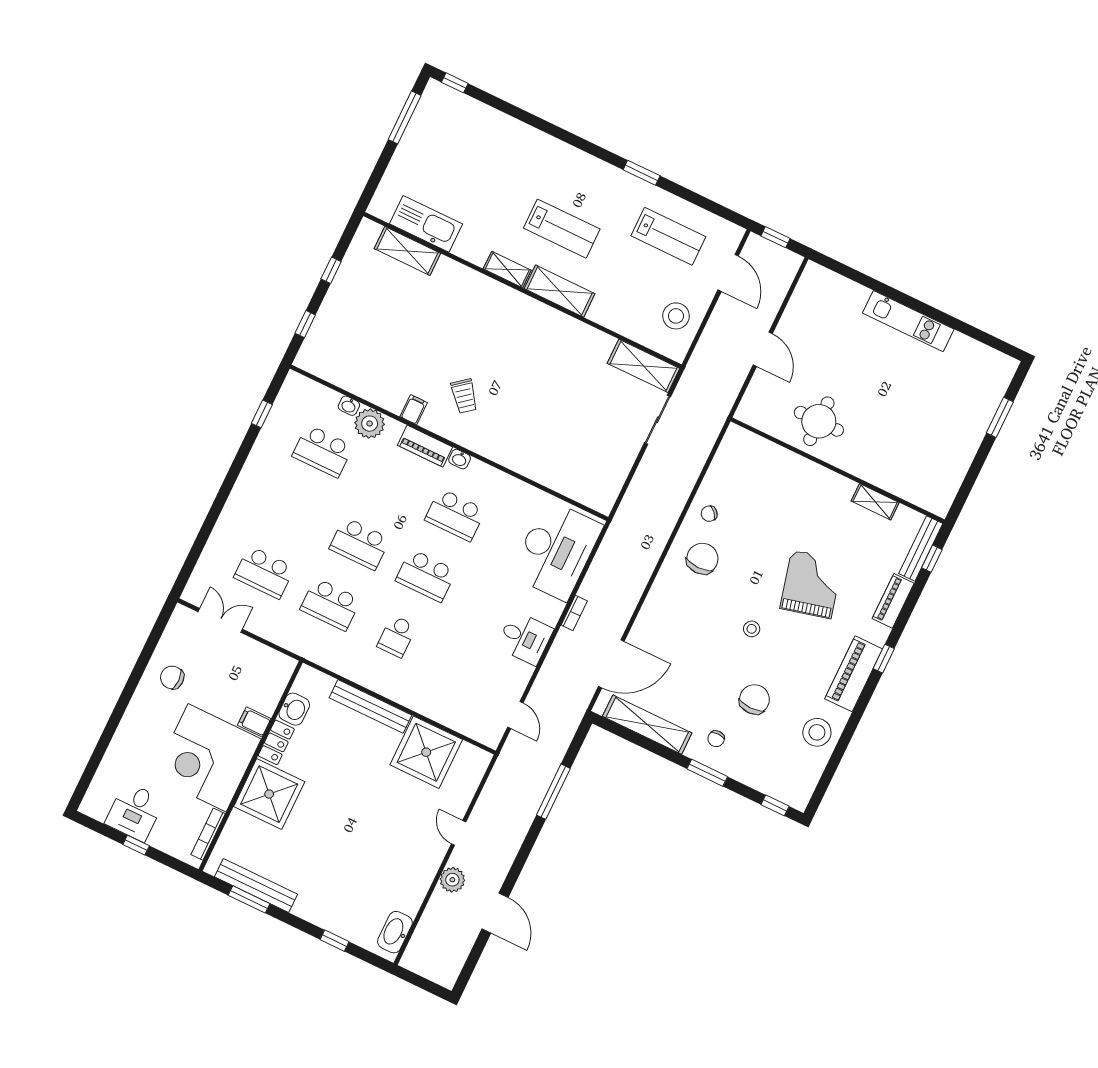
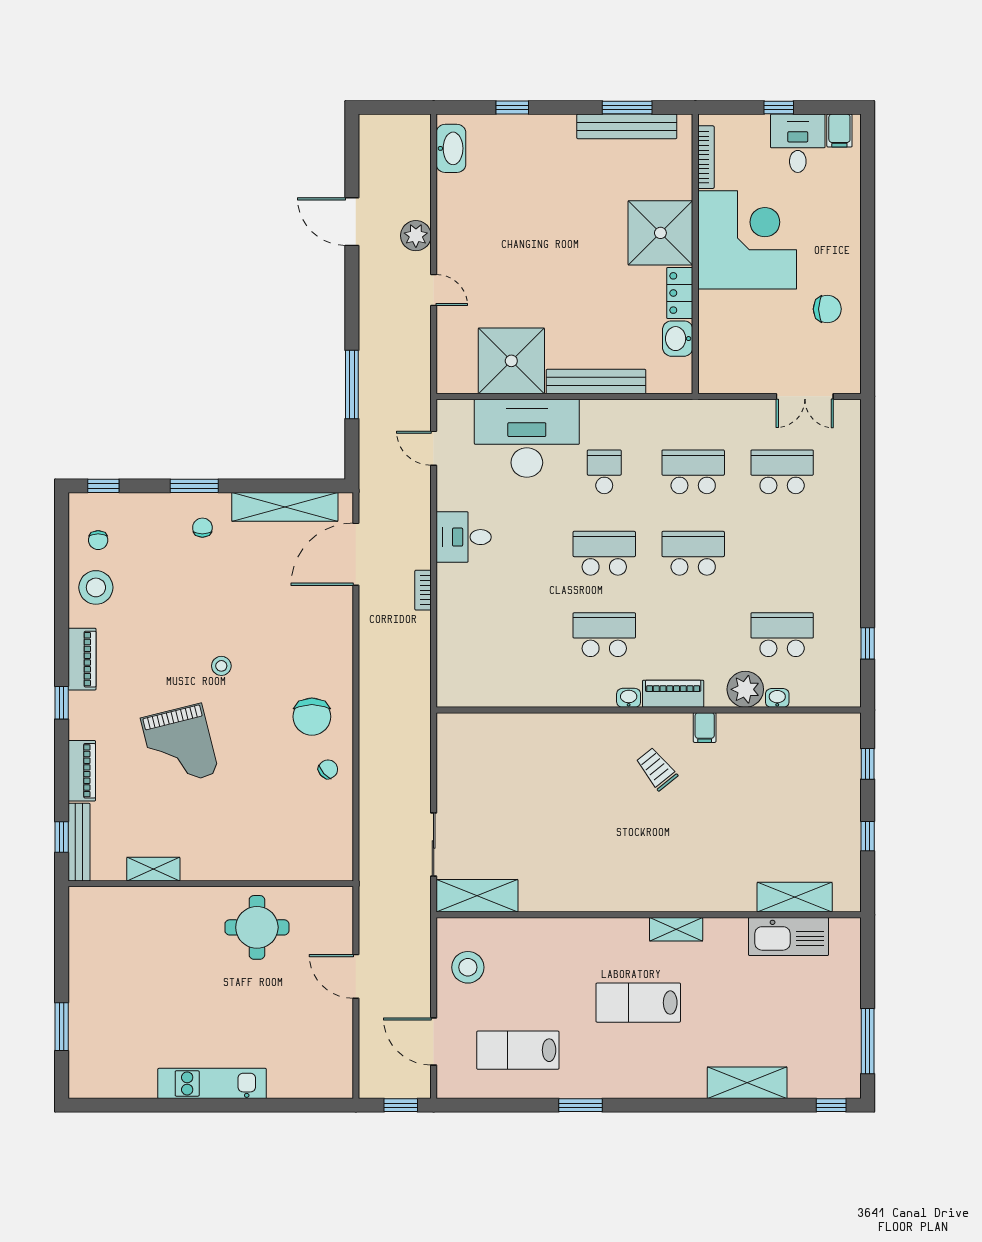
shelving: (560, 291) -> (747, 1083), moved
desk: (556, 550) -> (527, 438), moved, turned 90
piano: (854, 674) -> (82, 659), width x0.73, depth x0.75
chair: (754, 699) -> (98, 540), moved, width x0.54, depth x0.54
filing cabinet: (254, 722) -> (839, 131), moved, turned 90

